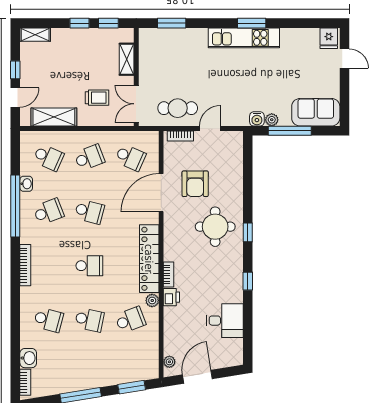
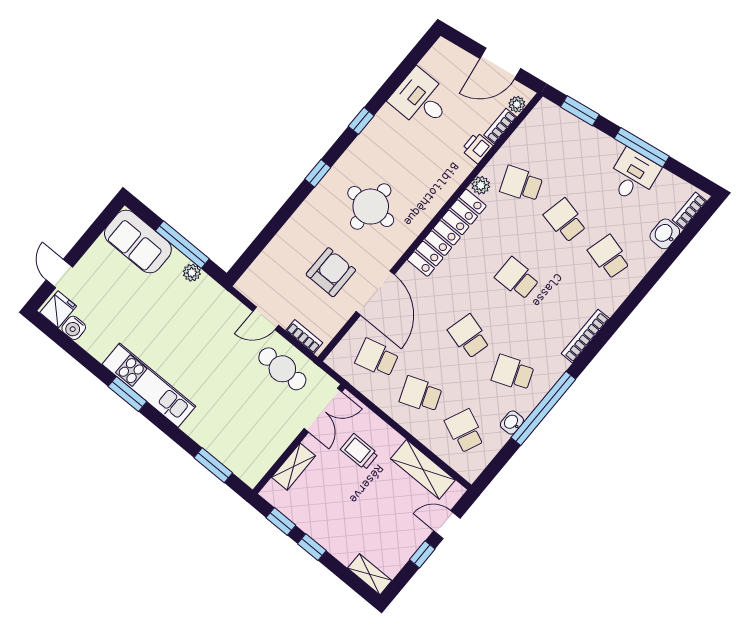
water cooler: (257, 119) -> (74, 328), moved, turned 180
school desk: (130, 157) -> (377, 358), turned -39
door: (161, 193) -> (375, 293), hinge flipped
round table: (215, 227) -> (371, 207), moved
bookcase: (169, 275) -> (500, 126), moved
printer: (171, 297) -> (477, 148), moved
desk: (72, 376) -> (633, 176), added

